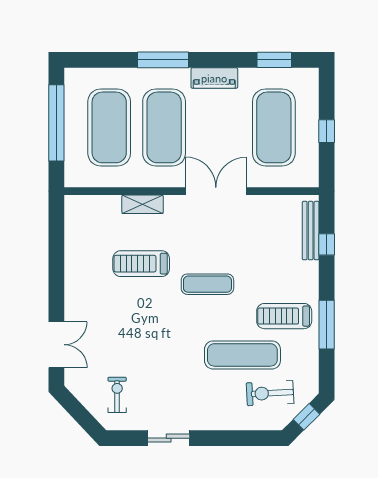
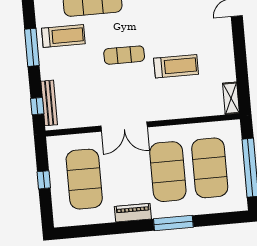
window: (274, 60) -> (88, 231), removed
shelving: (143, 204) -> (231, 98), moved, turned 90
window: (327, 244) -> (37, 106), moved
window: (327, 325) -> (32, 47), moved

